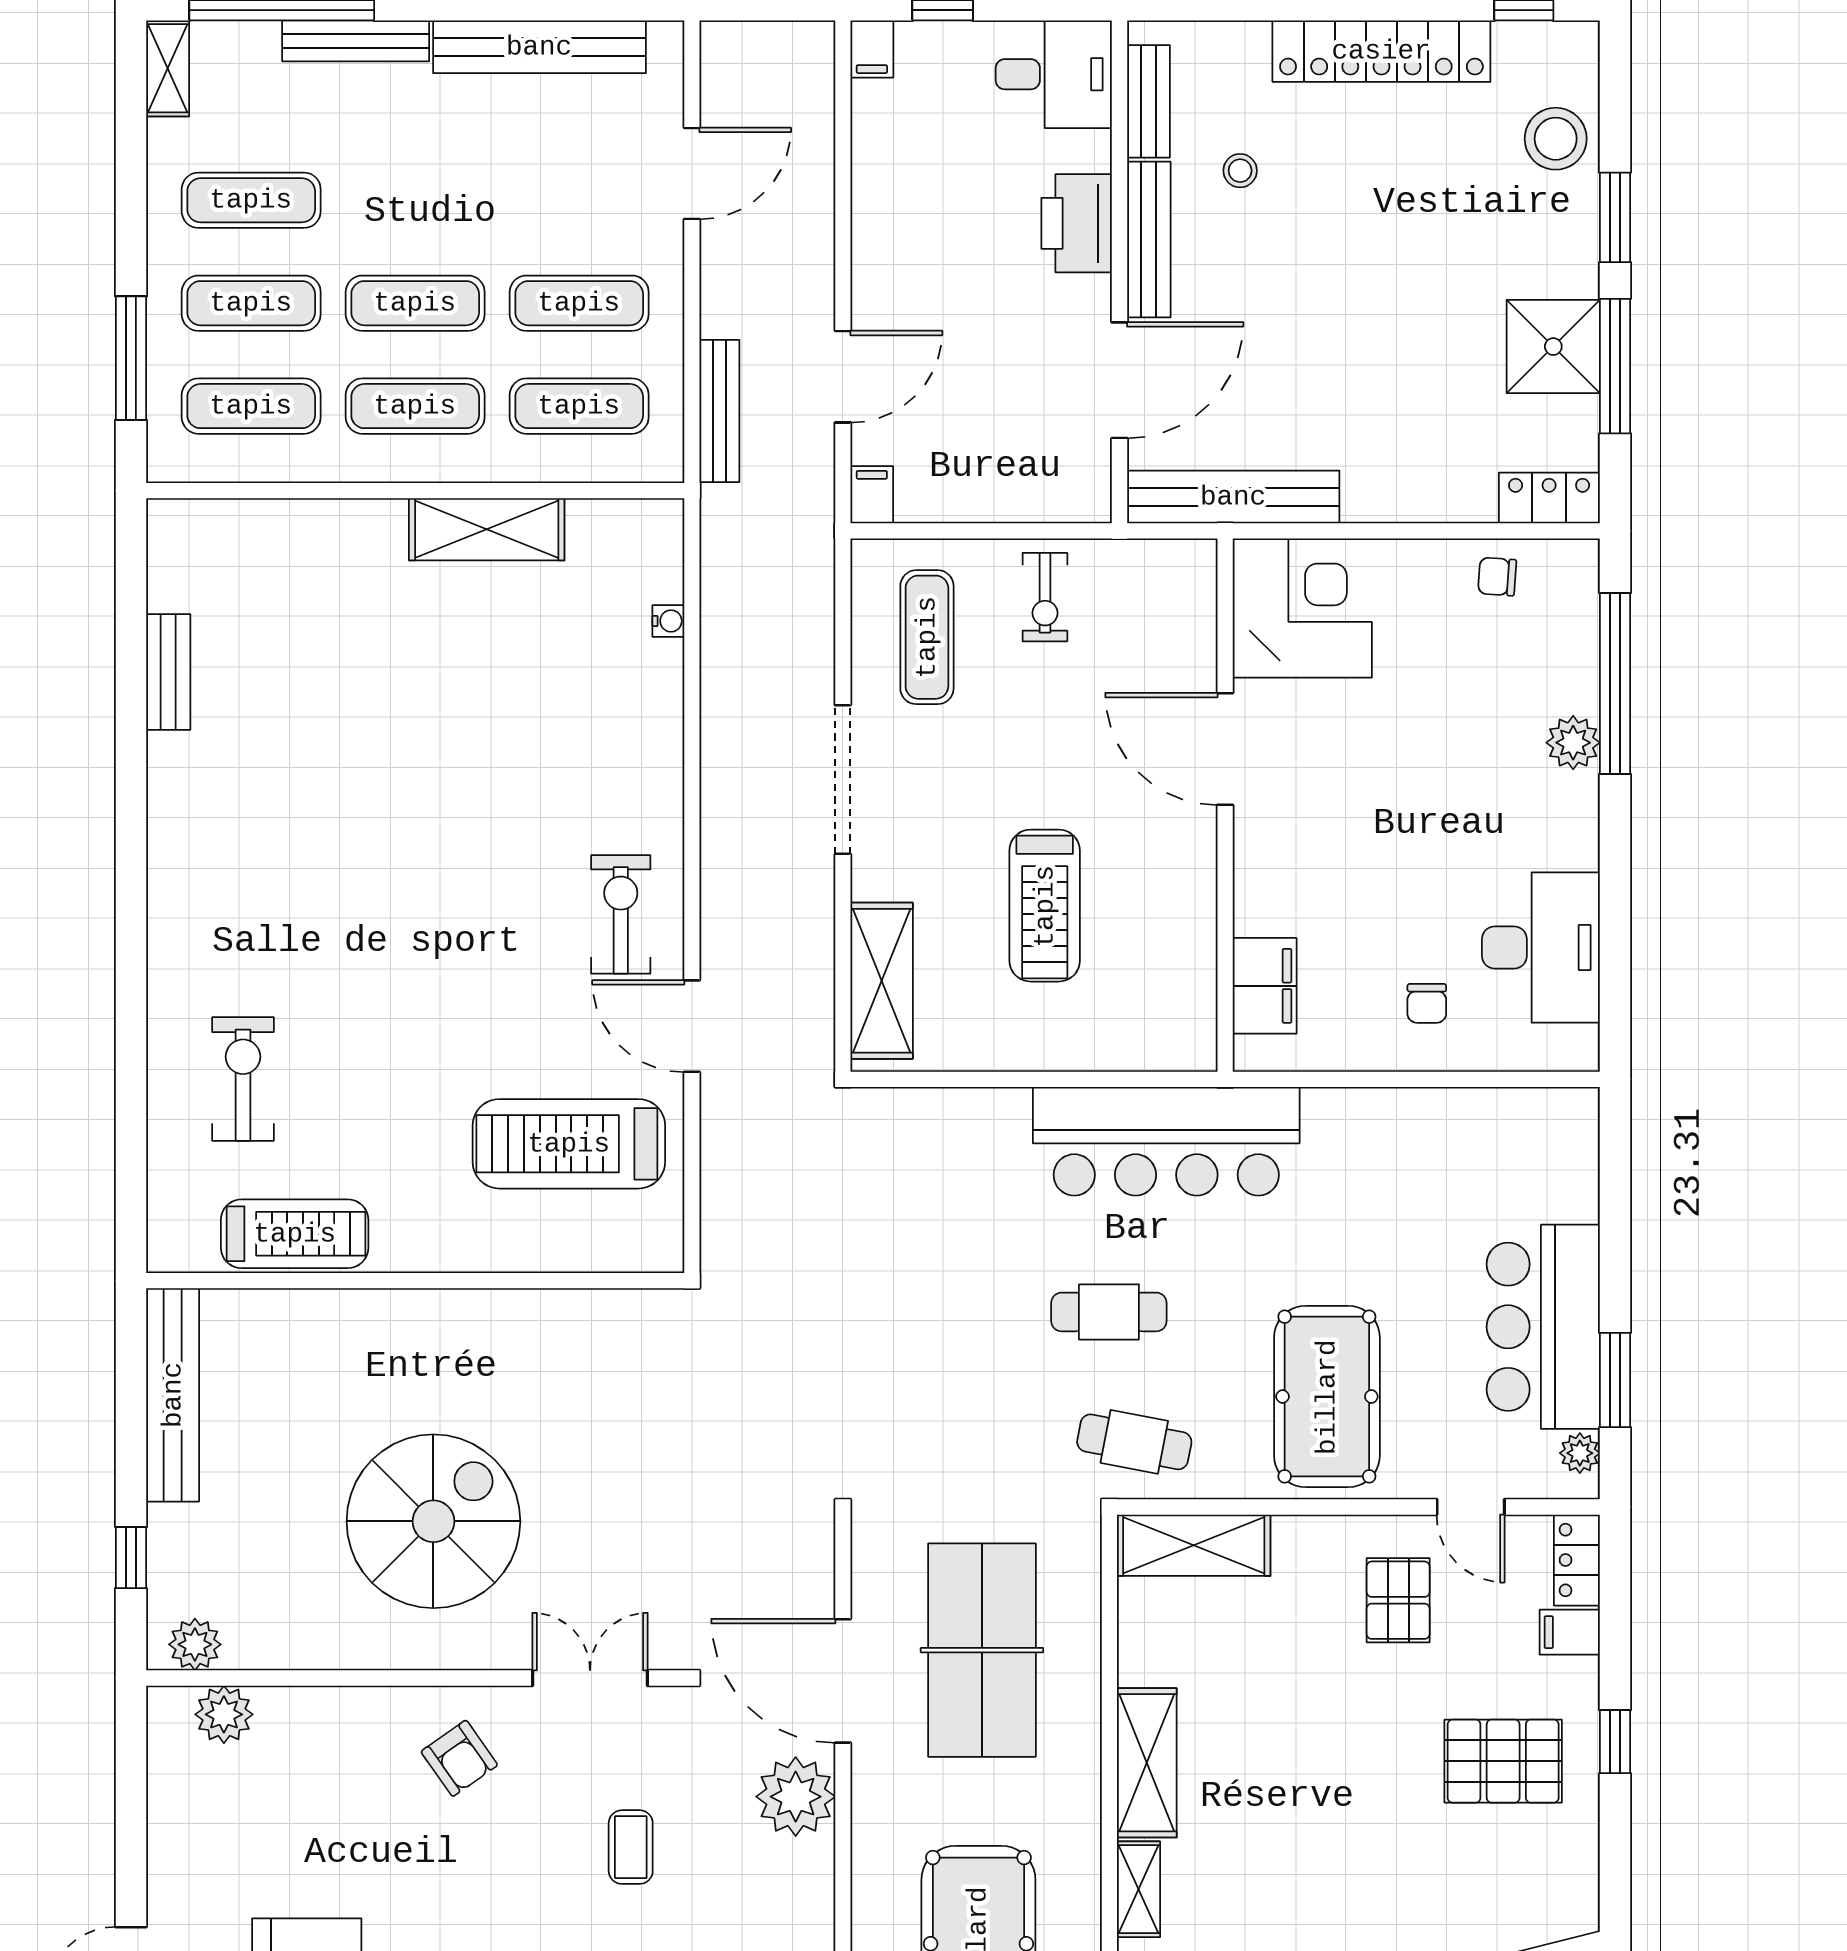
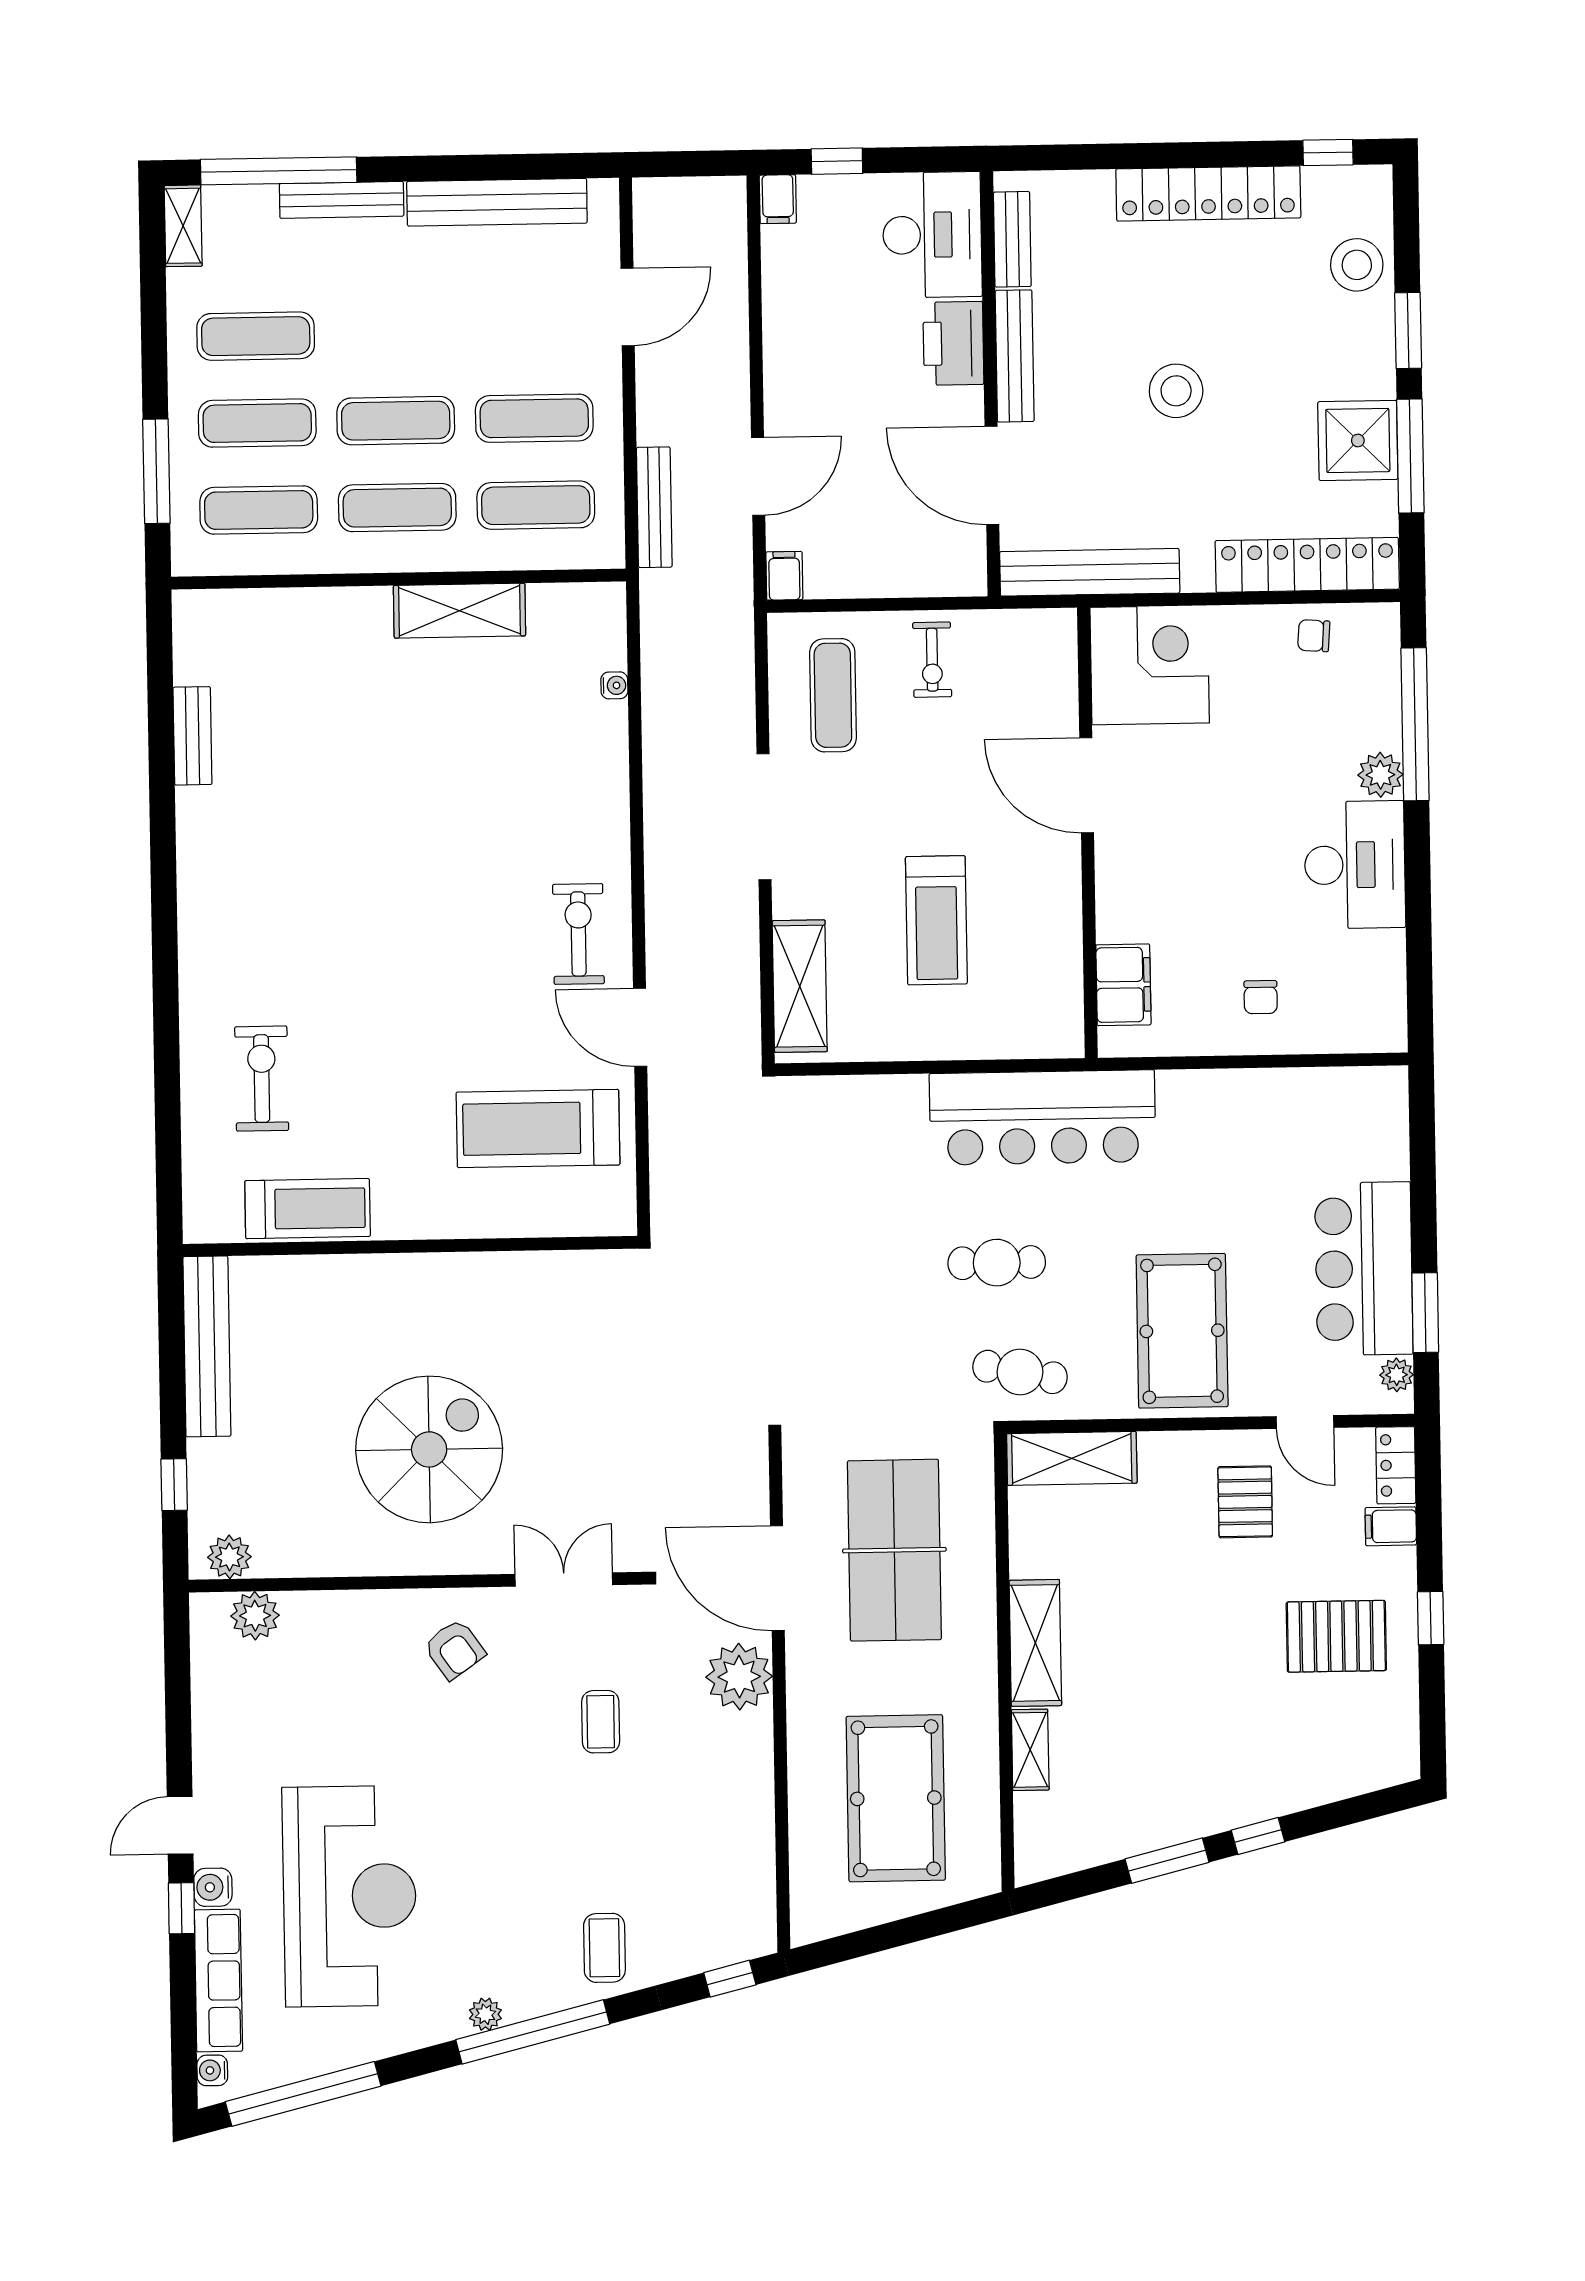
desk: (1054, 74) -> (932, 235), width x1.37
stool: (1240, 171) -> (1176, 391), moved, width x1.89, depth x1.89
door: (1120, 380) -> (992, 475), swing flipped
locker: (1549, 498) -> (1307, 565), width x2.16, depth x1.21
desk: (1541, 947) -> (1355, 865), moved

